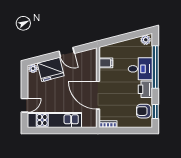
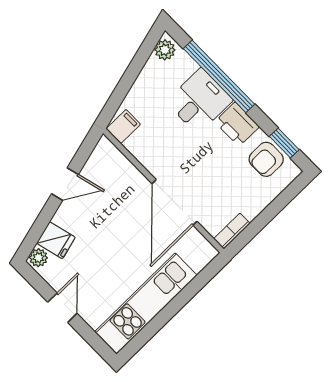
filing cabinet: (106, 63) -> (123, 127), moved
fridge: (51, 69) -> (56, 240), width x0.53, depth x0.75
door: (98, 95) -> (175, 202), hinge flipped
door: (24, 105) -> (62, 308), moved

